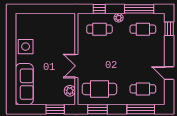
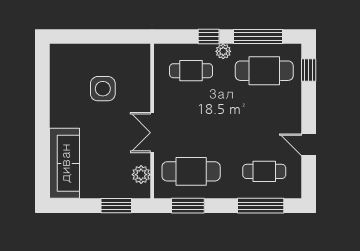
window: (99, 9) -> (209, 37), moved
cafe table: (143, 29) -> (264, 71), width x1.37, depth x1.35
side table: (26, 47) -> (103, 89), moved

